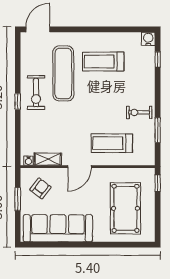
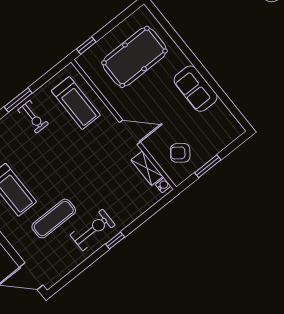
exercise mat: (63, 73) -> (54, 219), width x0.73, depth x0.69
window: (158, 130) -> (18, 100), moved
treadmill: (112, 143) -> (76, 103), moved
sofa: (58, 228) -> (196, 89), width x0.54, depth x0.79

